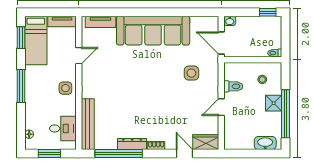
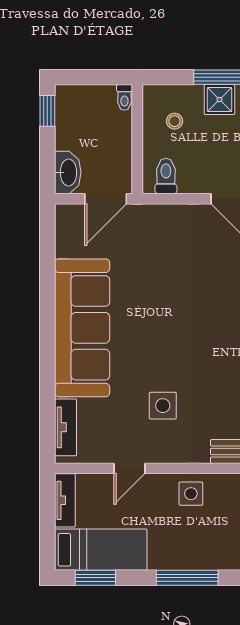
washbasin: (230, 21) -> (68, 172), width x1.91, depth x1.45
door: (79, 56) -> (129, 468), swing flipped
side table: (191, 73) -> (163, 406), moved
toilet: (233, 86) -> (166, 176), moved

